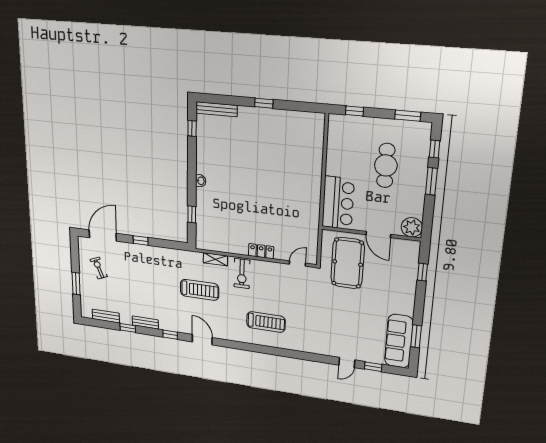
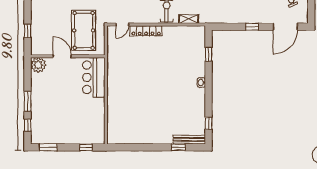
window: (264, 103) -> (178, 147), moved
cafe table: (386, 165) -> (61, 110), removed
locker: (261, 251) -> (146, 31), width x1.53

